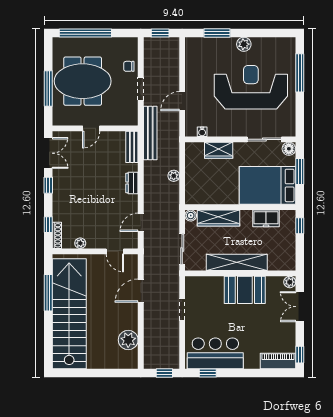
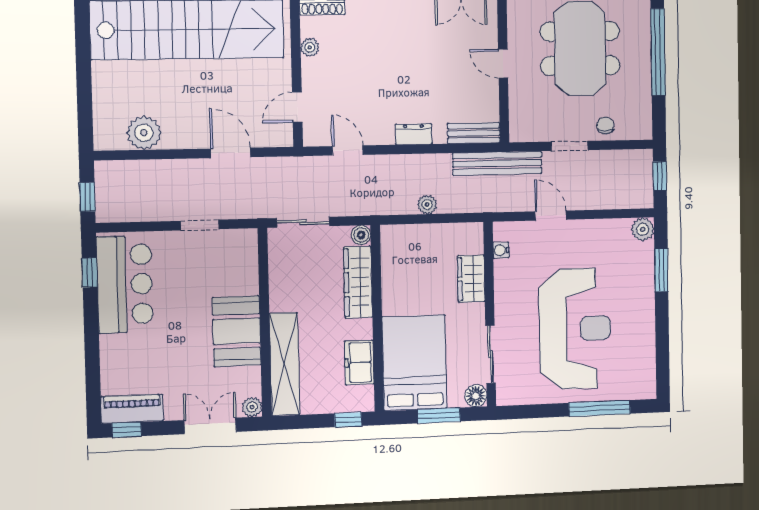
plant: (244, 44) -> (643, 229), moved
shelving: (237, 262) -> (285, 364), moved
piano: (278, 361) -> (132, 409), moved, turned -90

